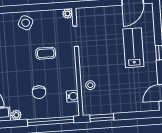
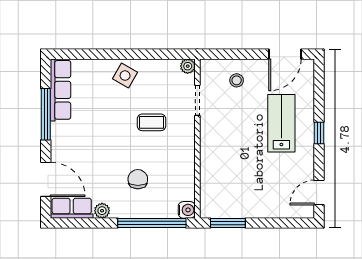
stool: (90, 85) -> (237, 80), moved
chair: (39, 92) -> (138, 179), turned 180
water cooler: (72, 96) -> (187, 210), moved

